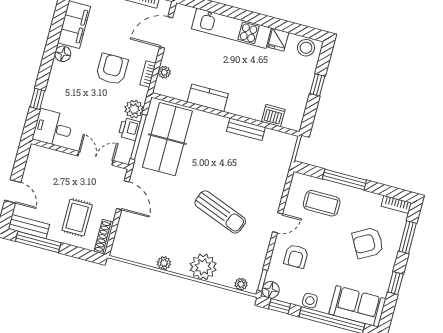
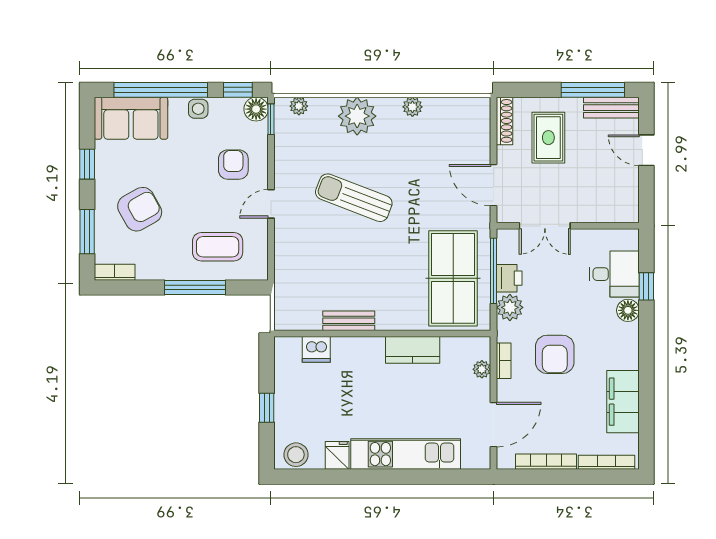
floor lamp: (63, 54) -> (628, 310), moved
desk: (53, 128) -> (614, 274), moved

